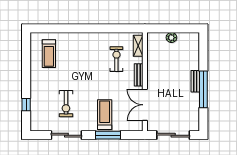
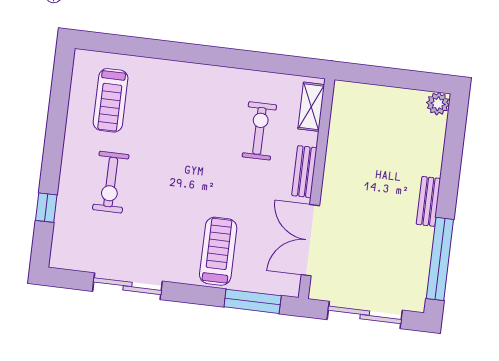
plant: (171, 38) -> (438, 104), moved
window: (203, 89) -> (440, 259), moved
exercise bike: (66, 104) -> (111, 182), moved
window: (108, 135) -> (253, 301), moved

